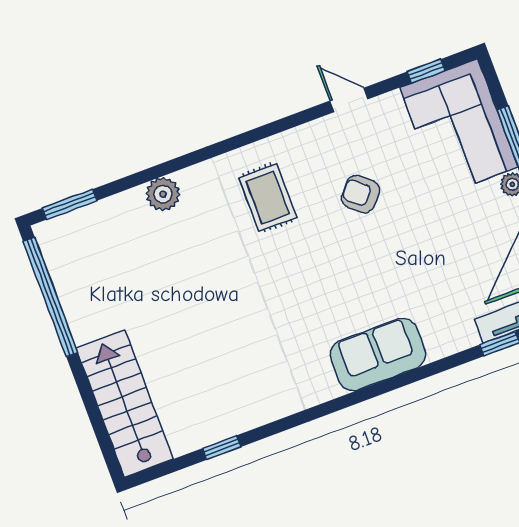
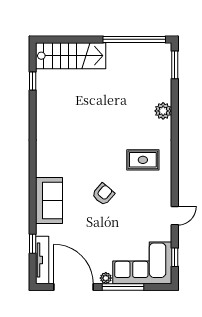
armchair: (361, 194) -> (103, 194), moved
sofa: (378, 355) -> (49, 201), moved
window: (222, 448) -> (33, 81), moved

